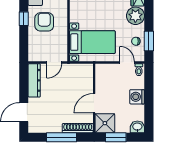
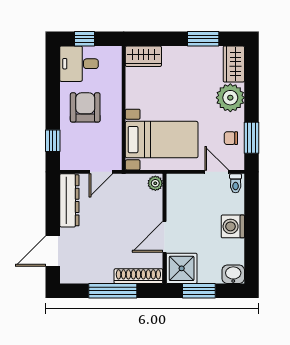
window: (24, 19) -> (53, 141), moved
plant: (88, 70) -> (155, 183), added

